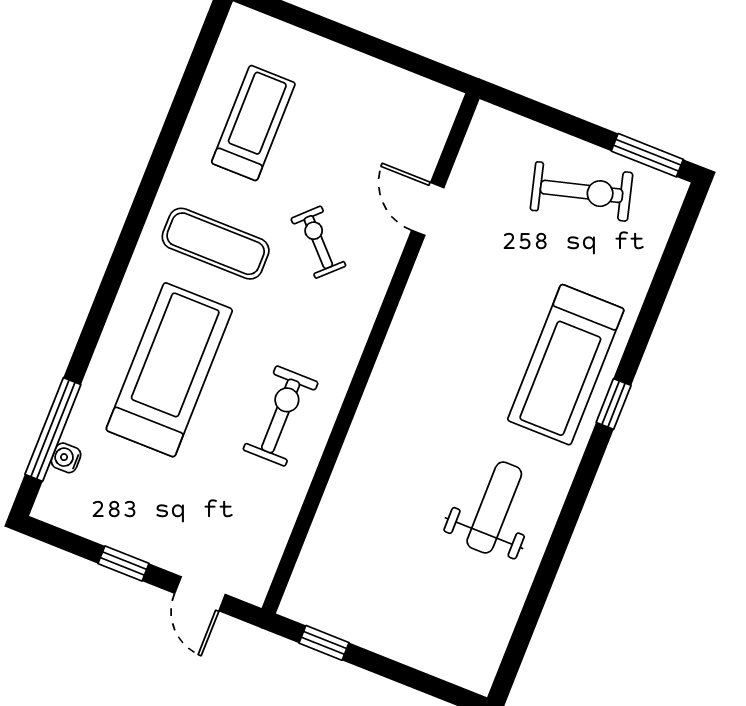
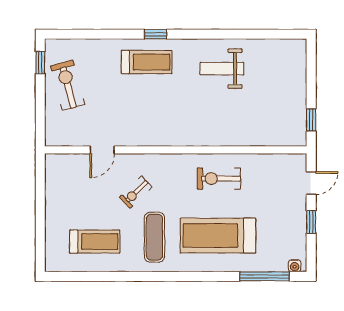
treadmill: (253, 123) -> (95, 242), turned 180
window: (647, 155) -> (40, 63), width x0.67
treadmill: (566, 365) -> (147, 62), width x0.73, depth x0.73
water cooler: (66, 458) -> (295, 266), moved

